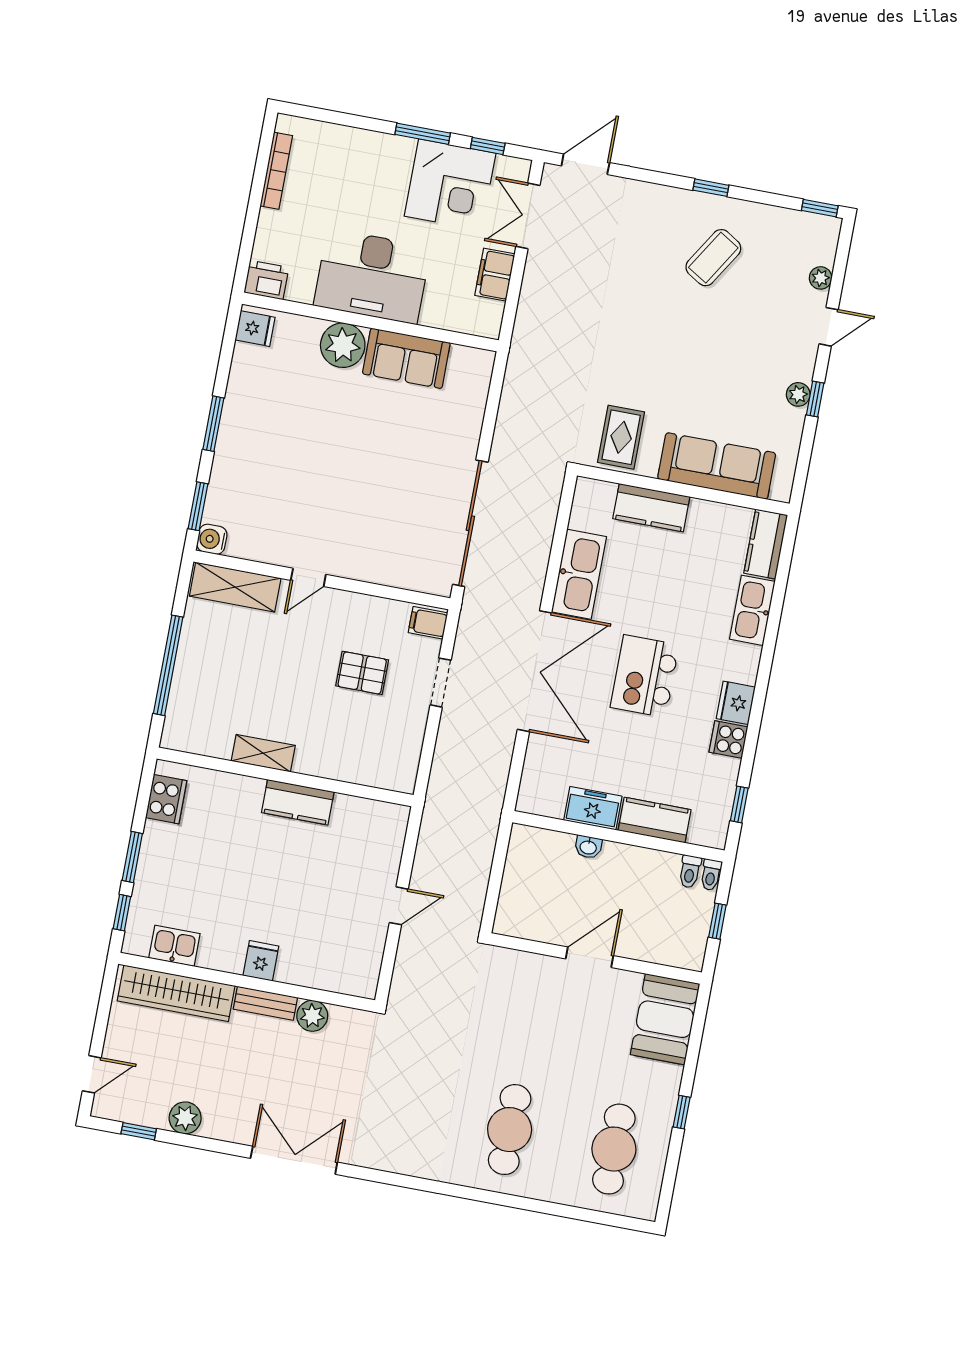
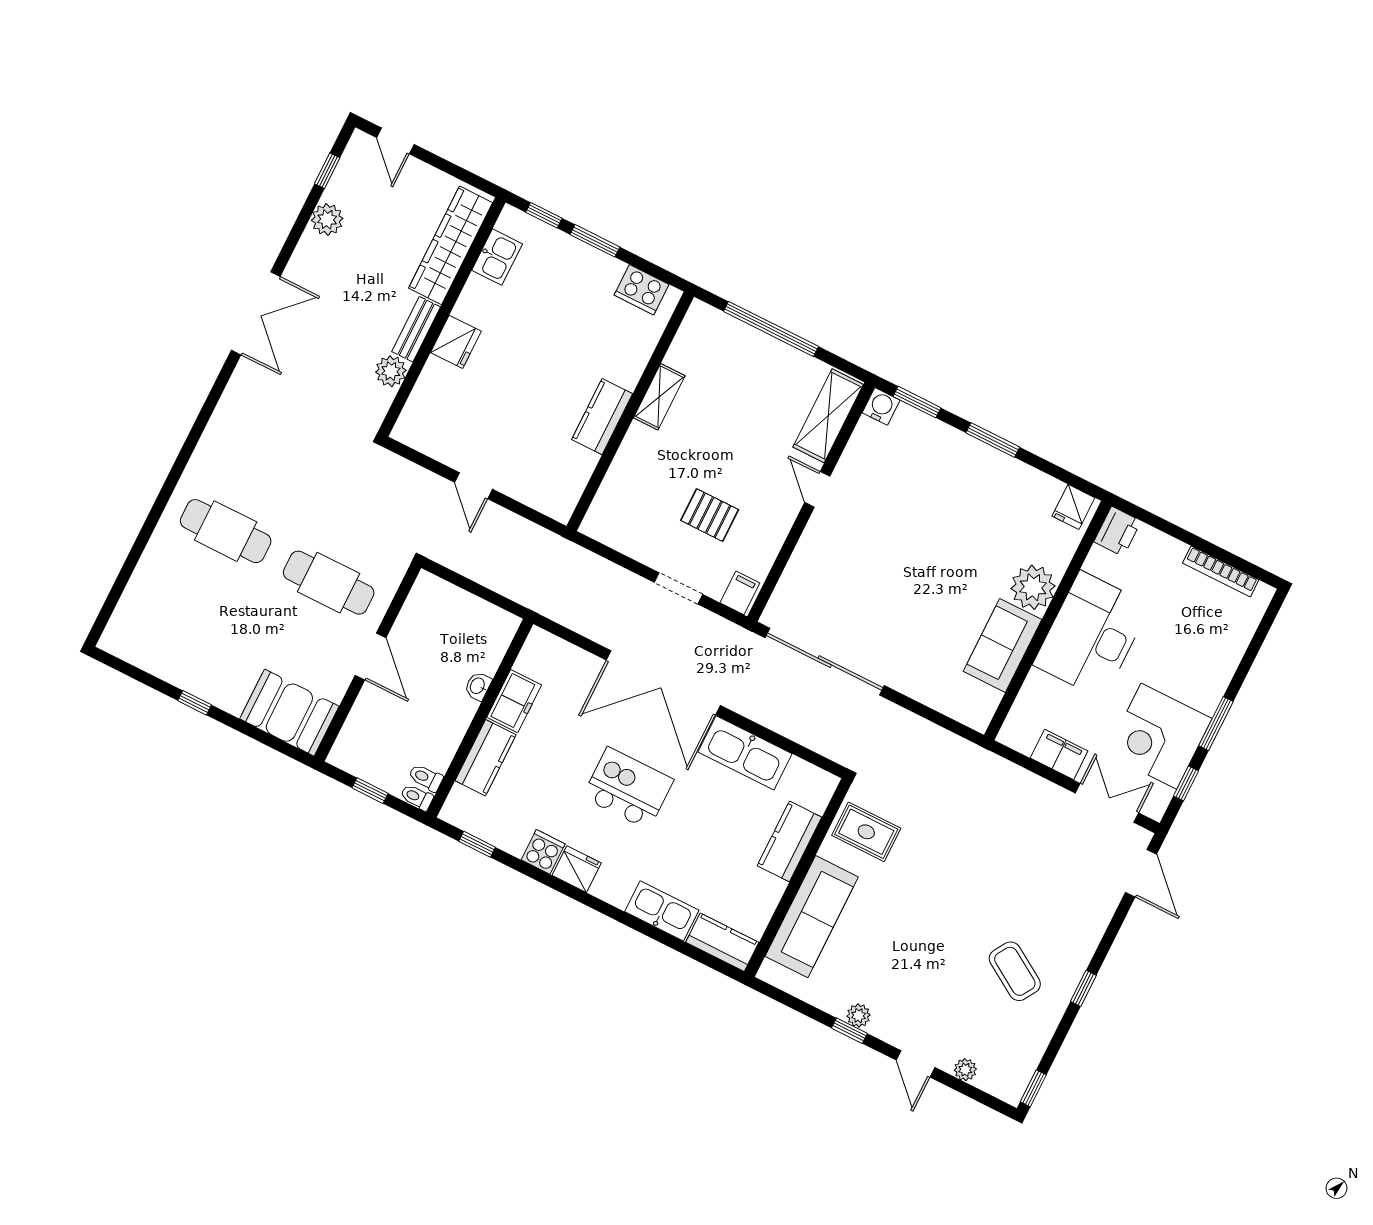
pallet: (362, 673) -> (710, 515), turned 90
fridge: (261, 961) -> (456, 342), width x1.38
cafe table: (614, 1149) -> (329, 583), moved

